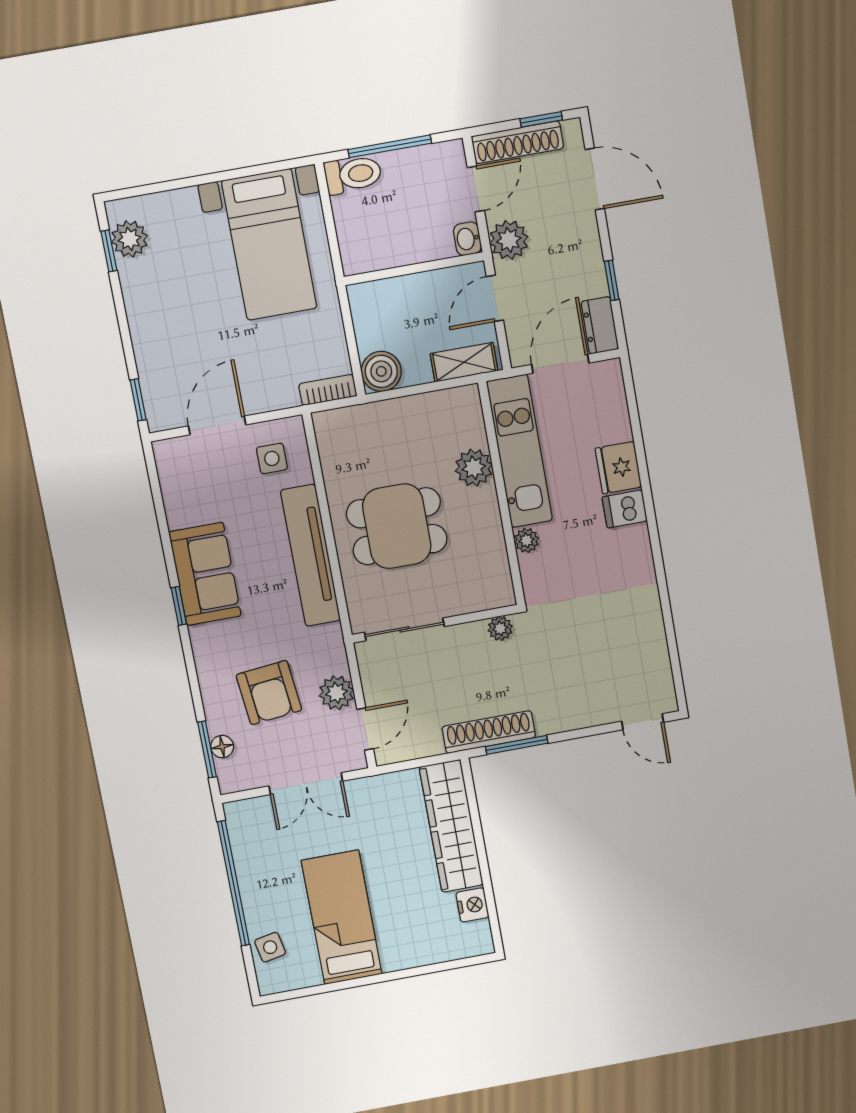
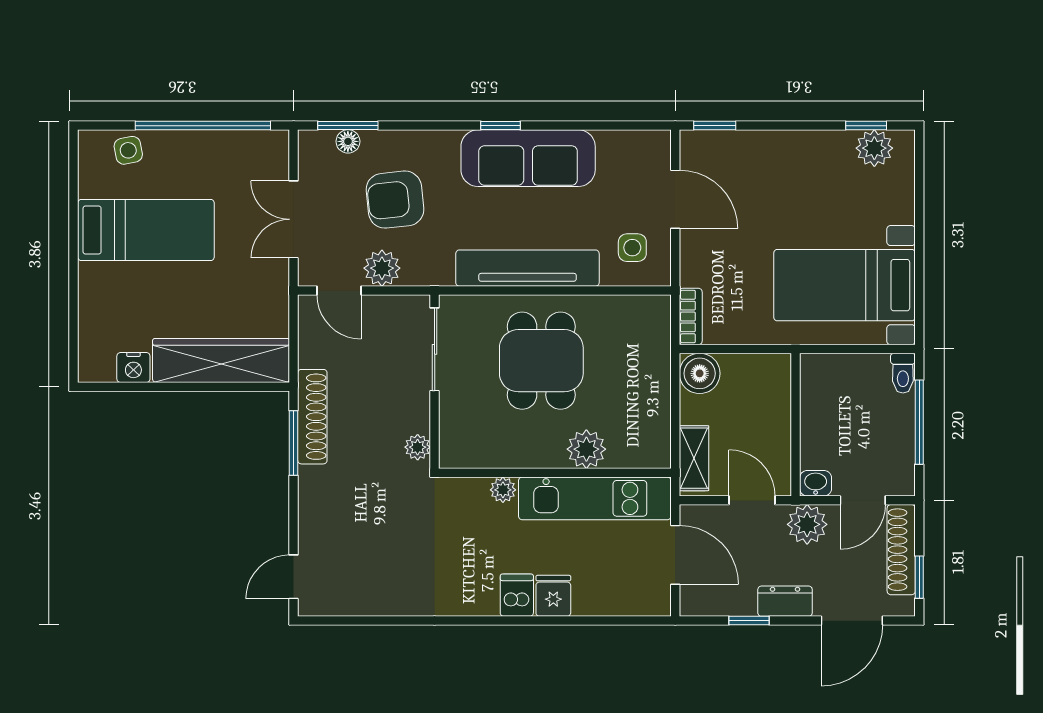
toilet: (353, 174) -> (903, 373), width x0.73, depth x0.72
door: (476, 189) -> (863, 500), hinge flipped
dresser: (600, 325) -> (785, 601), moved
fridge: (618, 468) -> (553, 596), width x0.72
sofa: (205, 574) -> (528, 158), width x1.36

